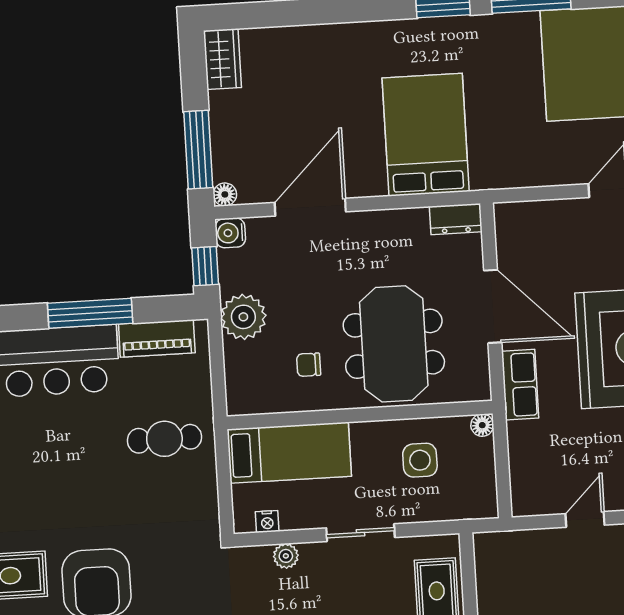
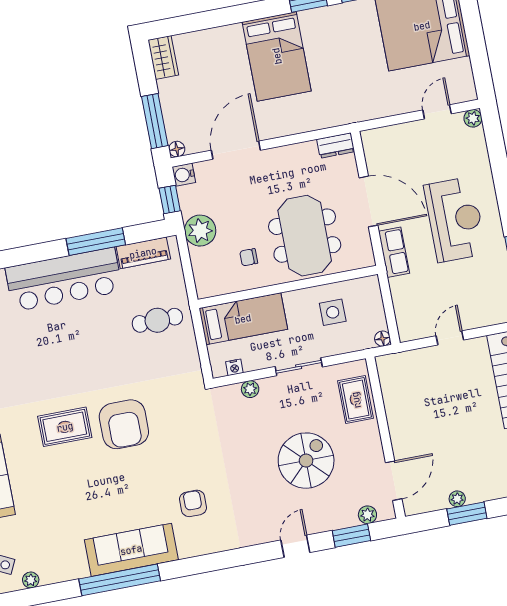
bed: (426, 135) -> (277, 56), moved, turned 180
floor lamp: (482, 425) -> (382, 339), moved

